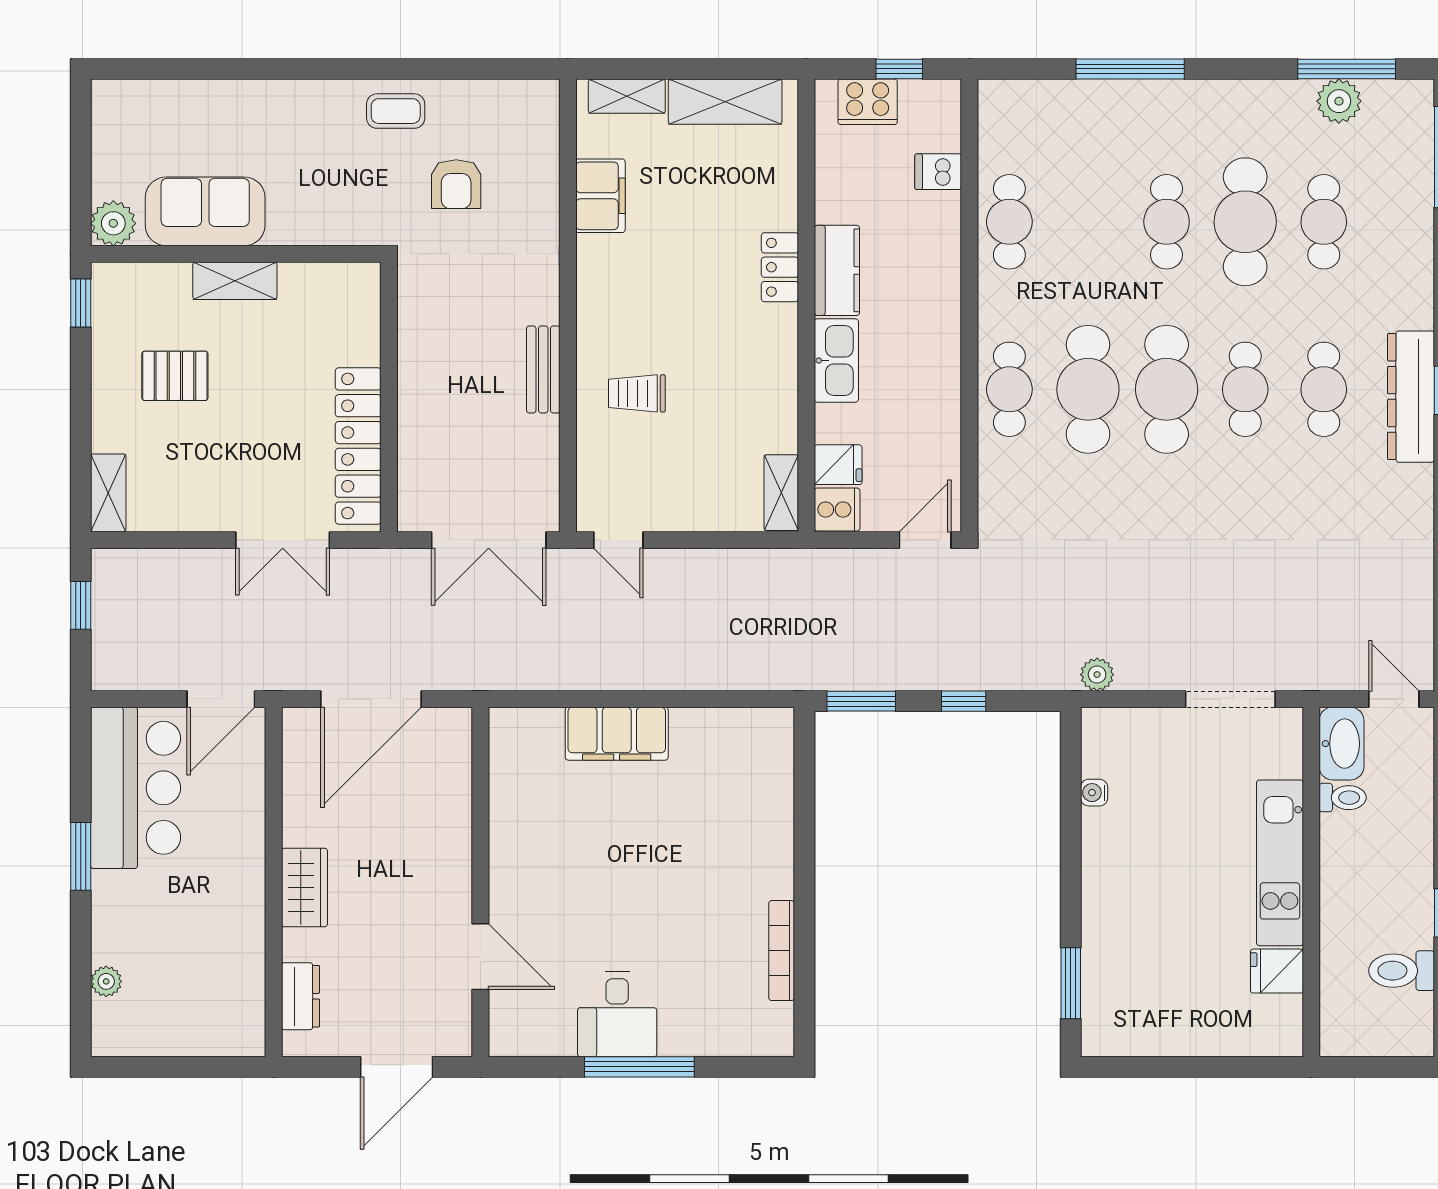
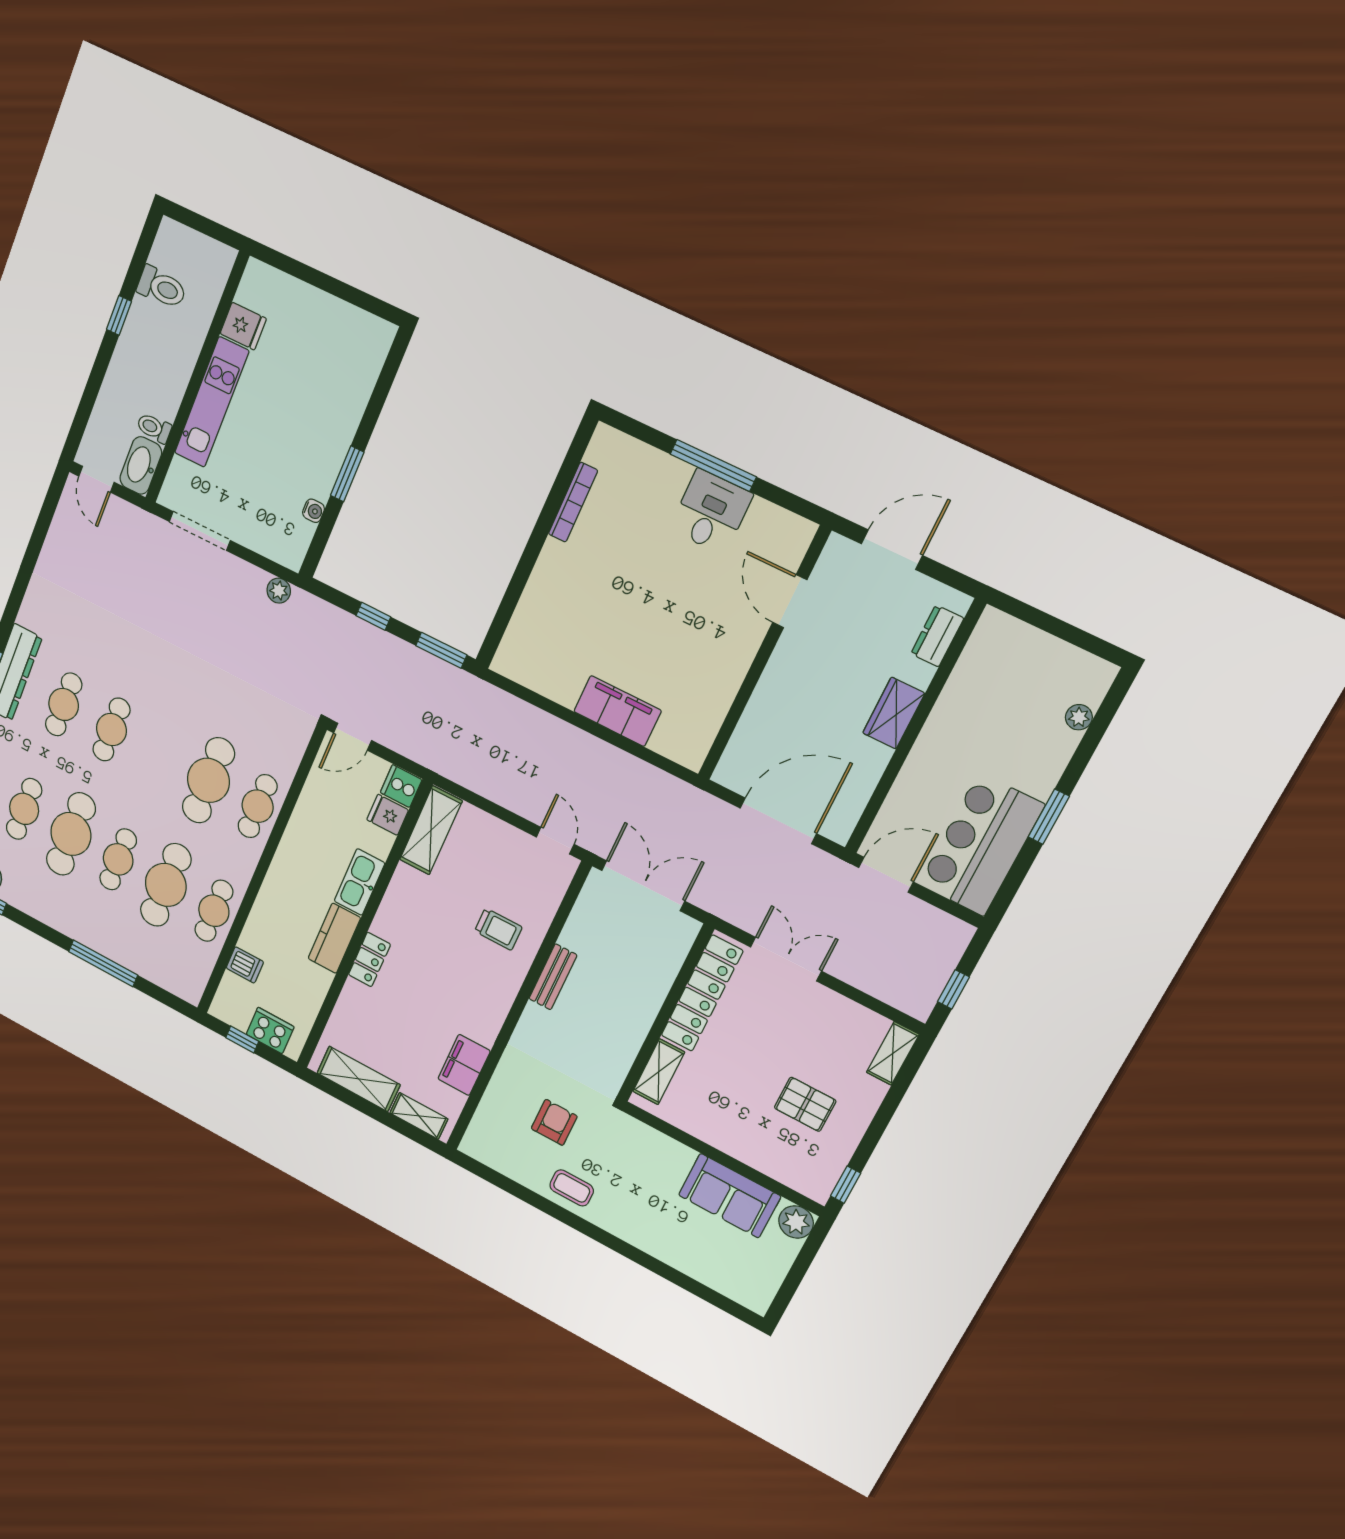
shelving: (235, 281) -> (659, 1072), moved, turned 90
cafe table: (1167, 389) -> (166, 885), moved
shelving: (781, 493) -> (431, 830), width x1.50, depth x1.33
window: (1071, 983) -> (347, 474), moved

